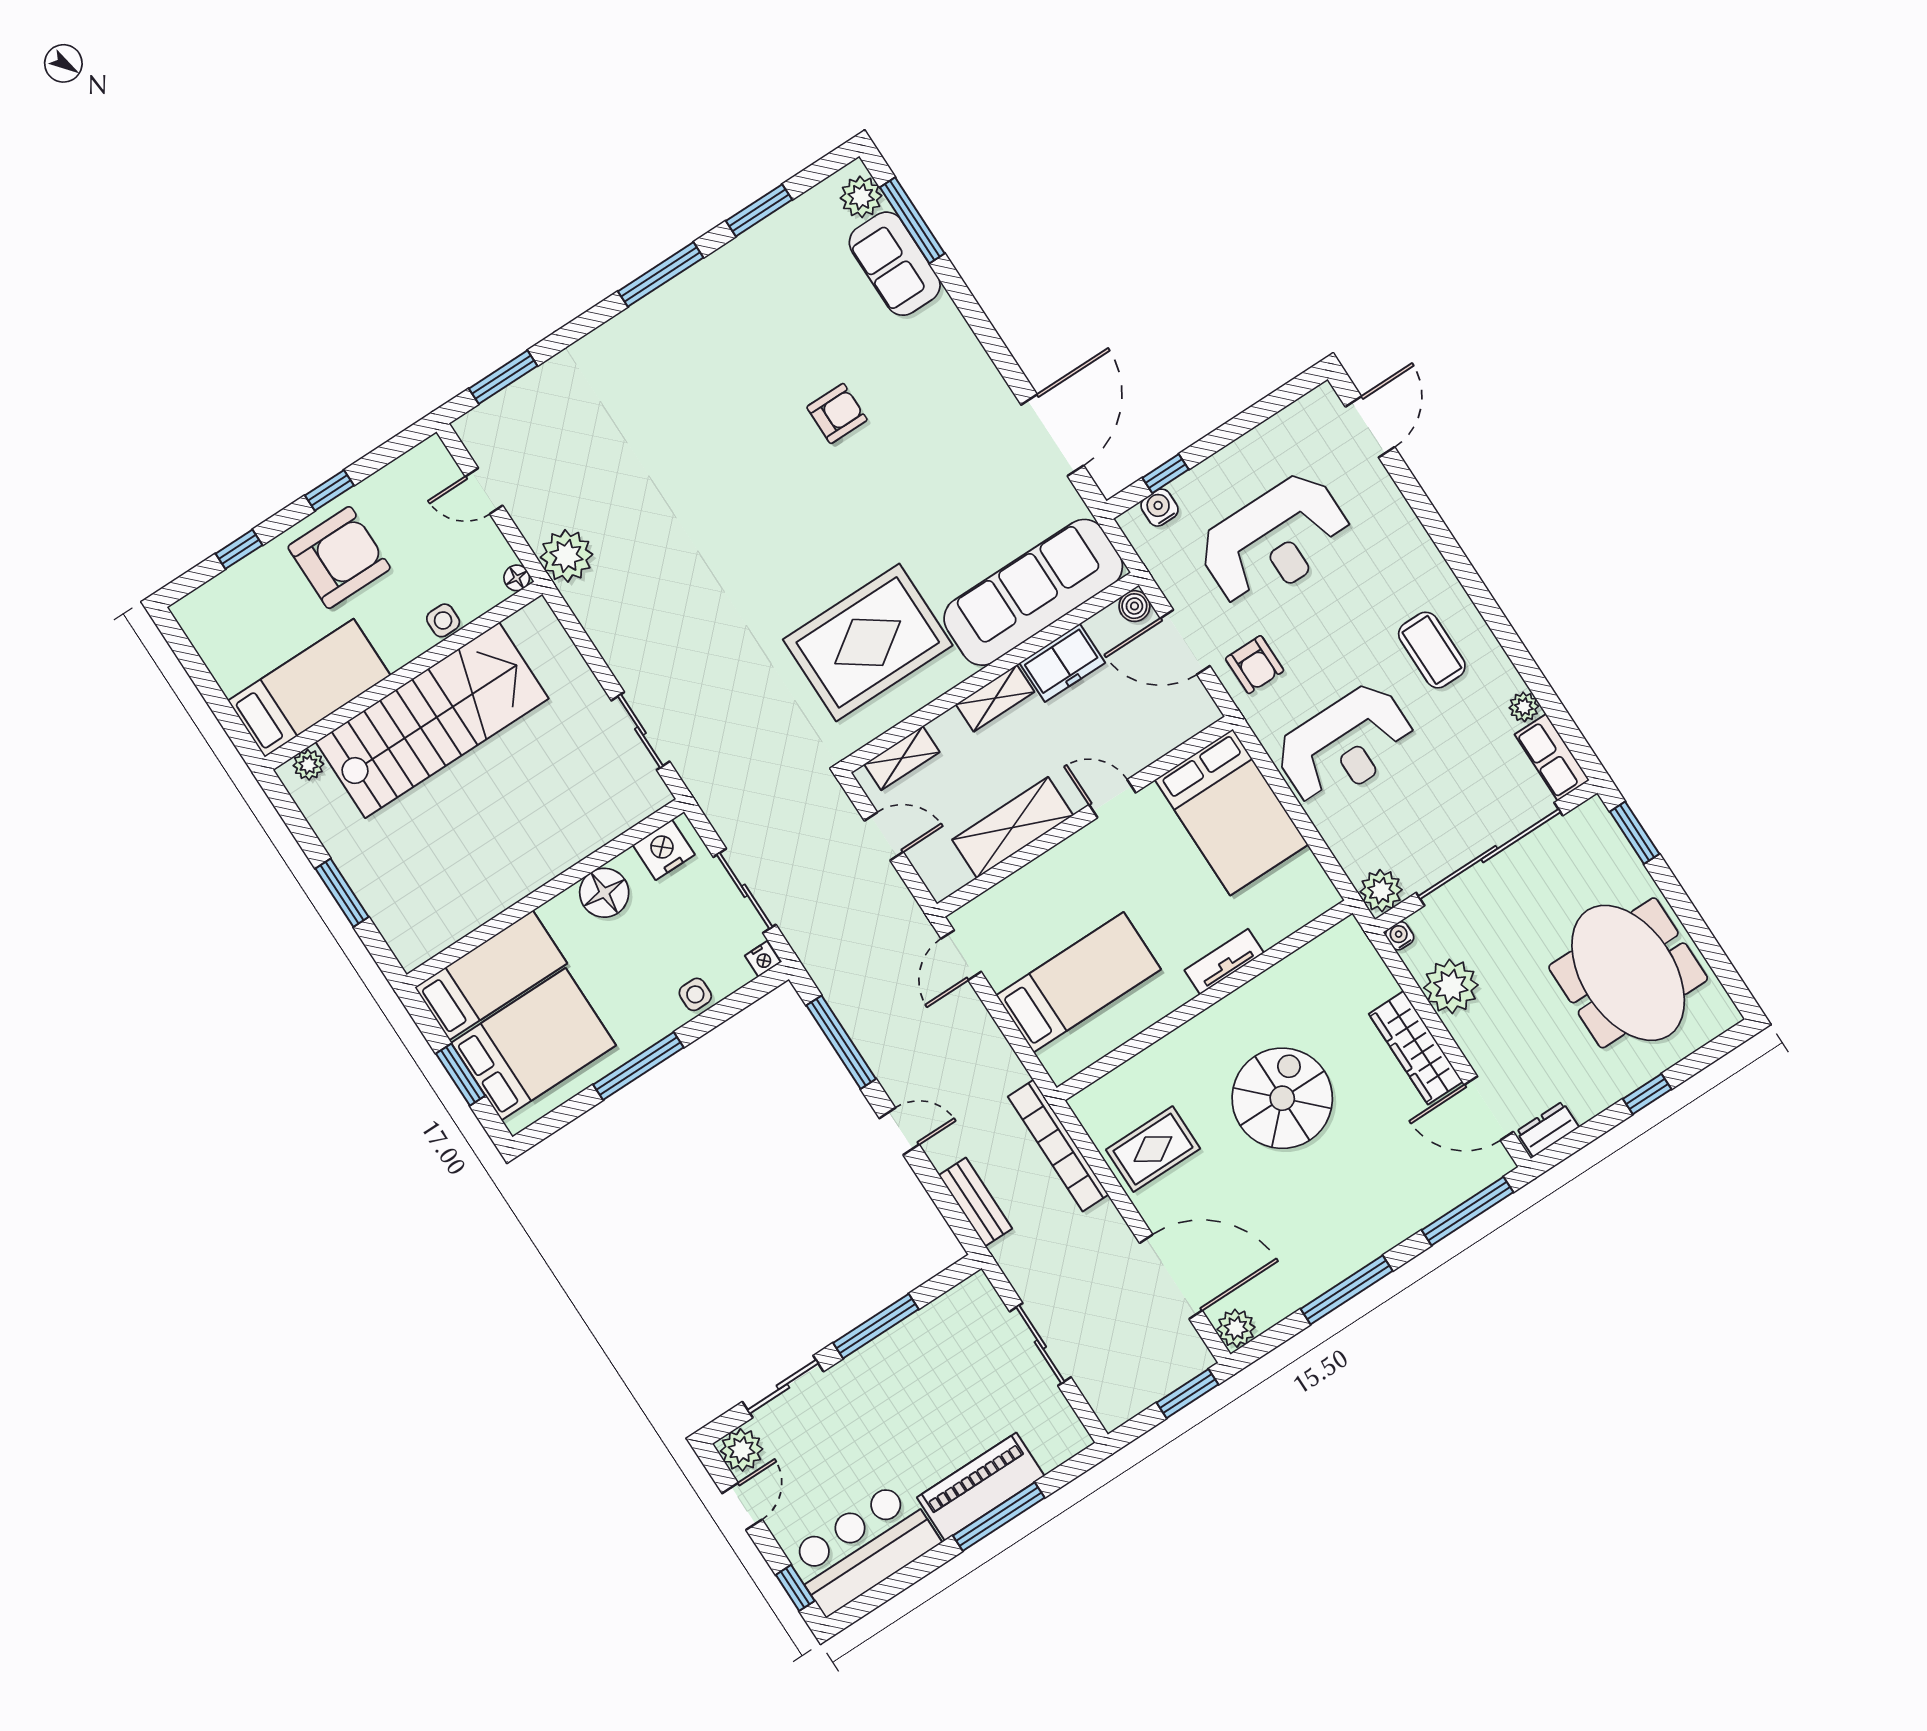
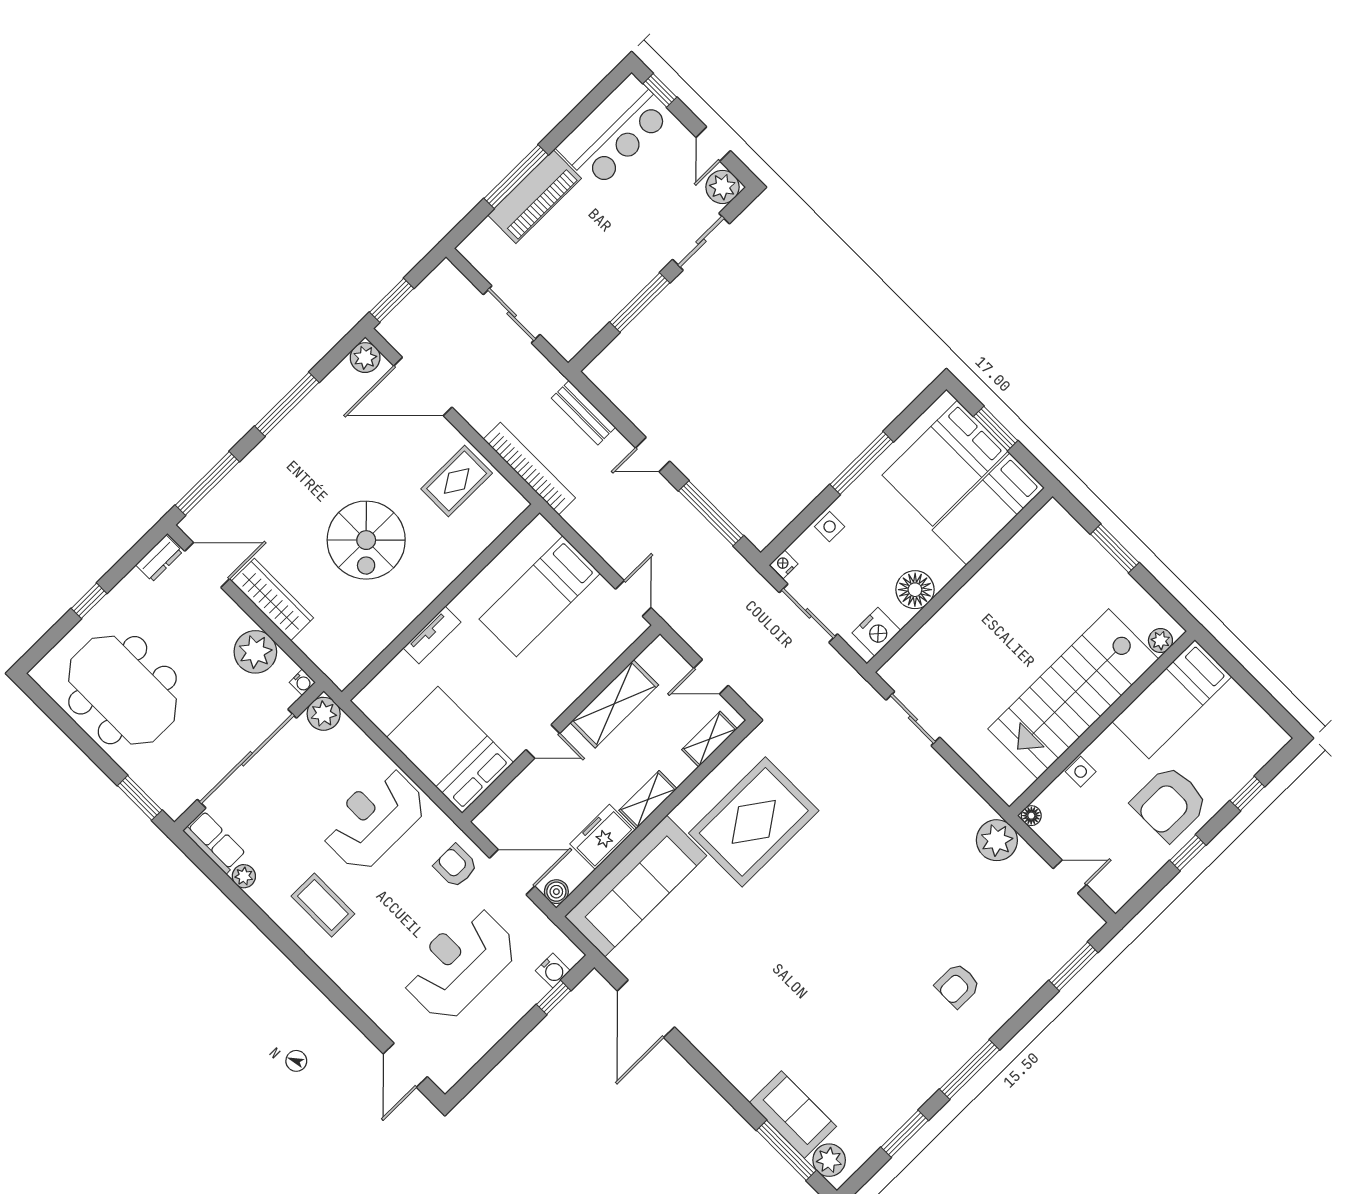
armchair: (837, 413) -> (958, 986), moved

